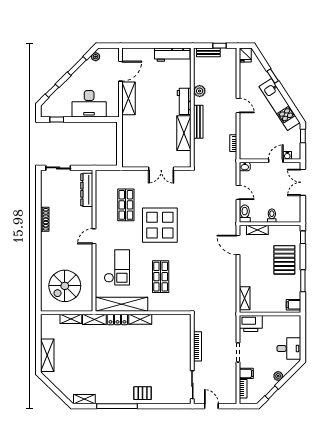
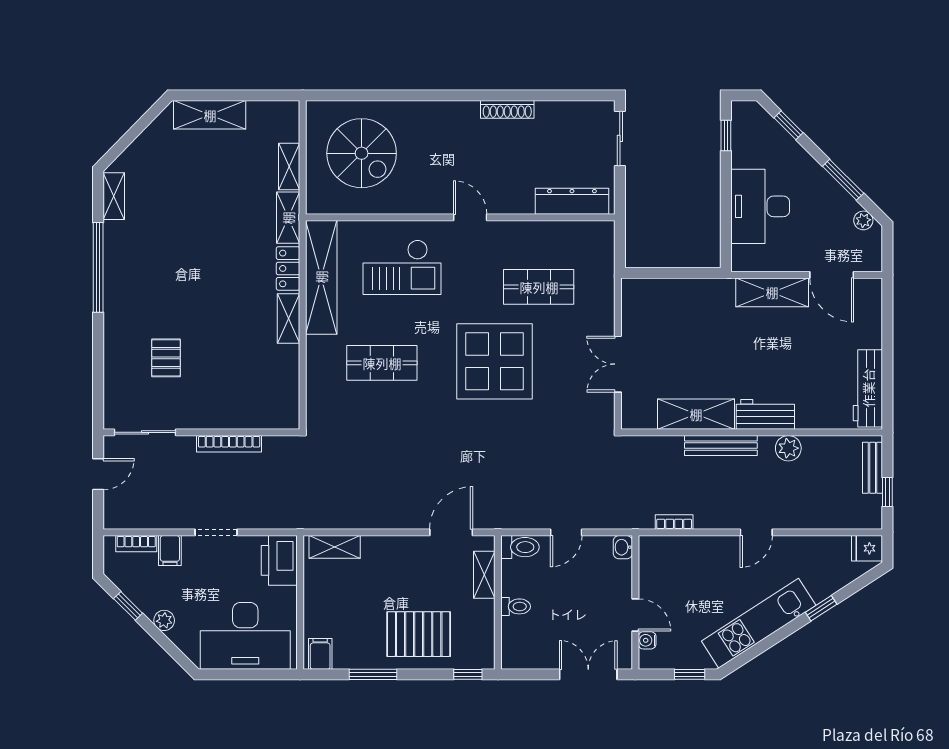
spiral stairs: (65, 286) -> (362, 153), turned 180
desk: (289, 349) -> (245, 636), width x1.87, depth x1.30
pallet: (143, 393) -> (166, 358), moved

